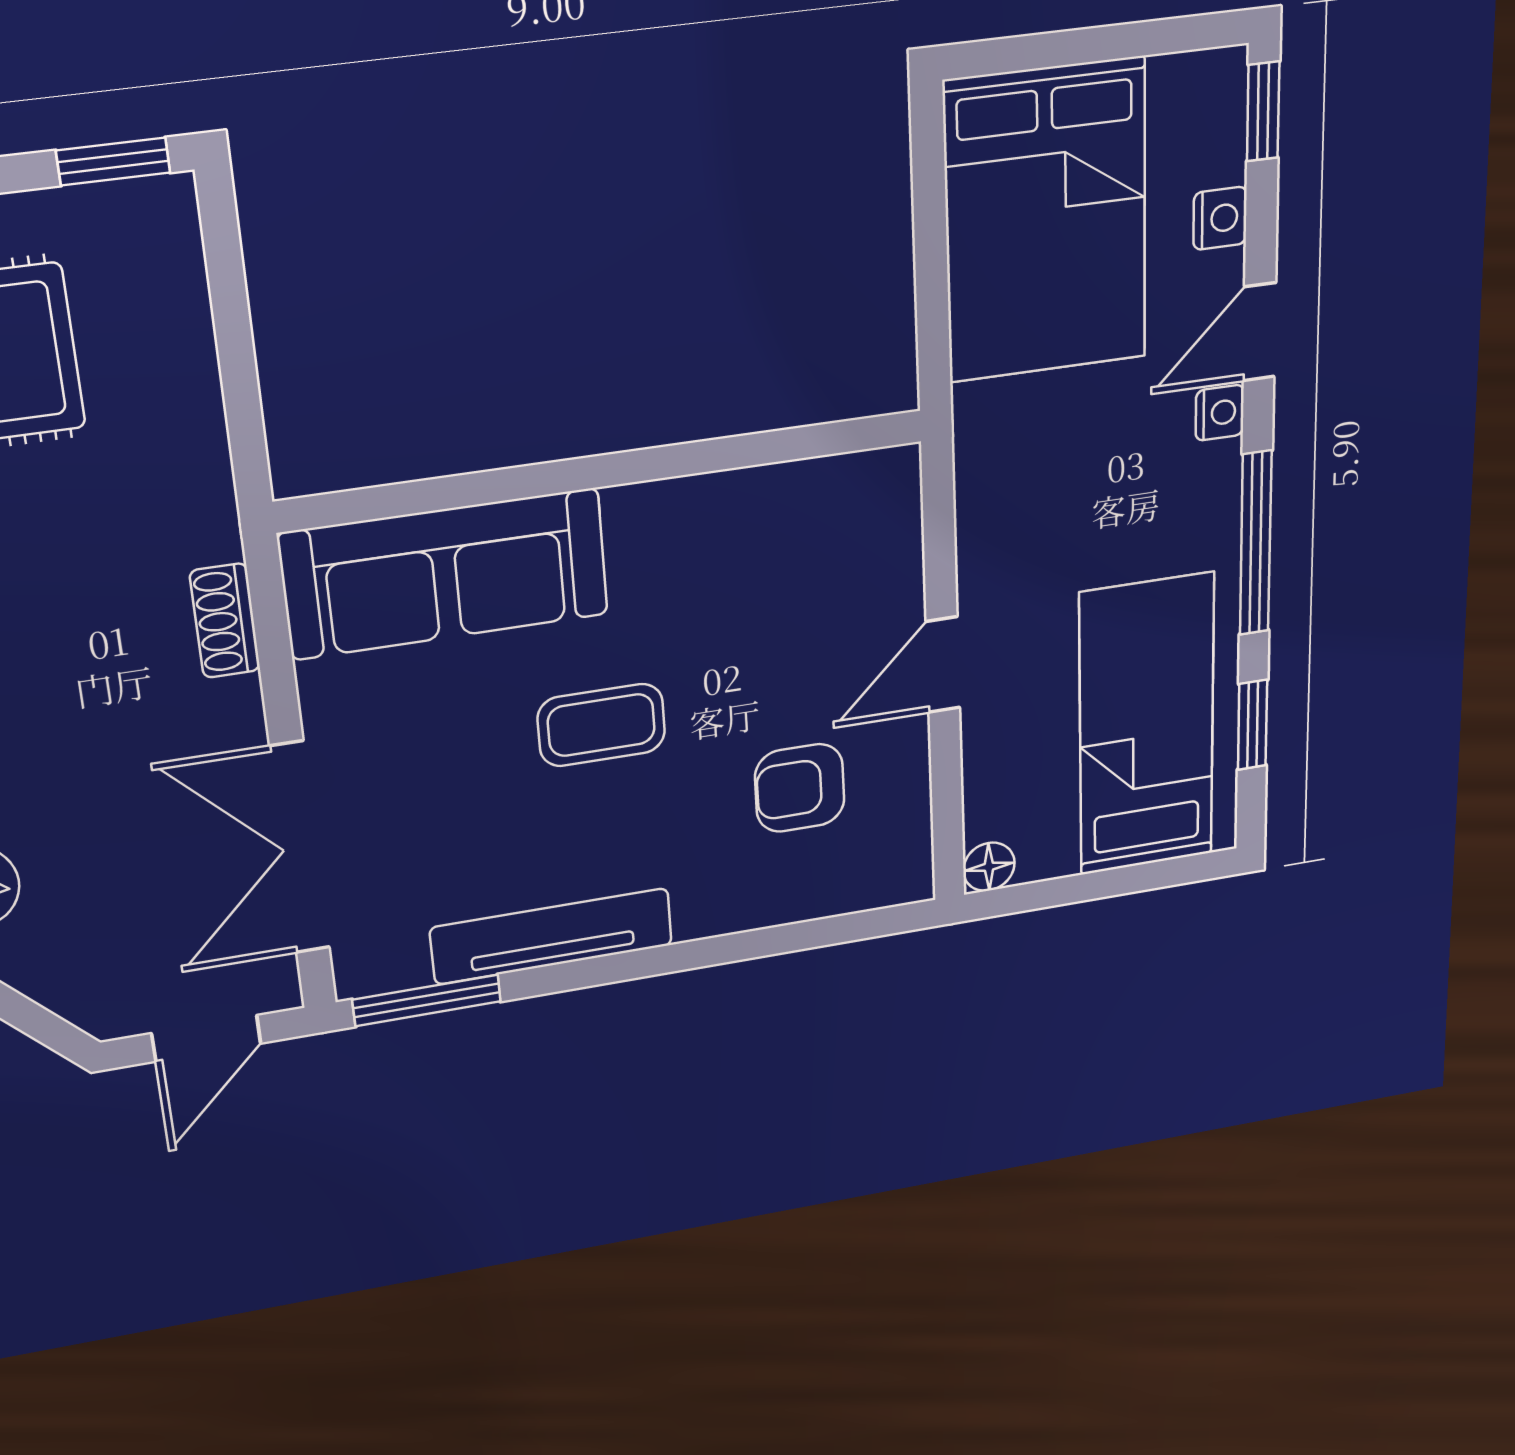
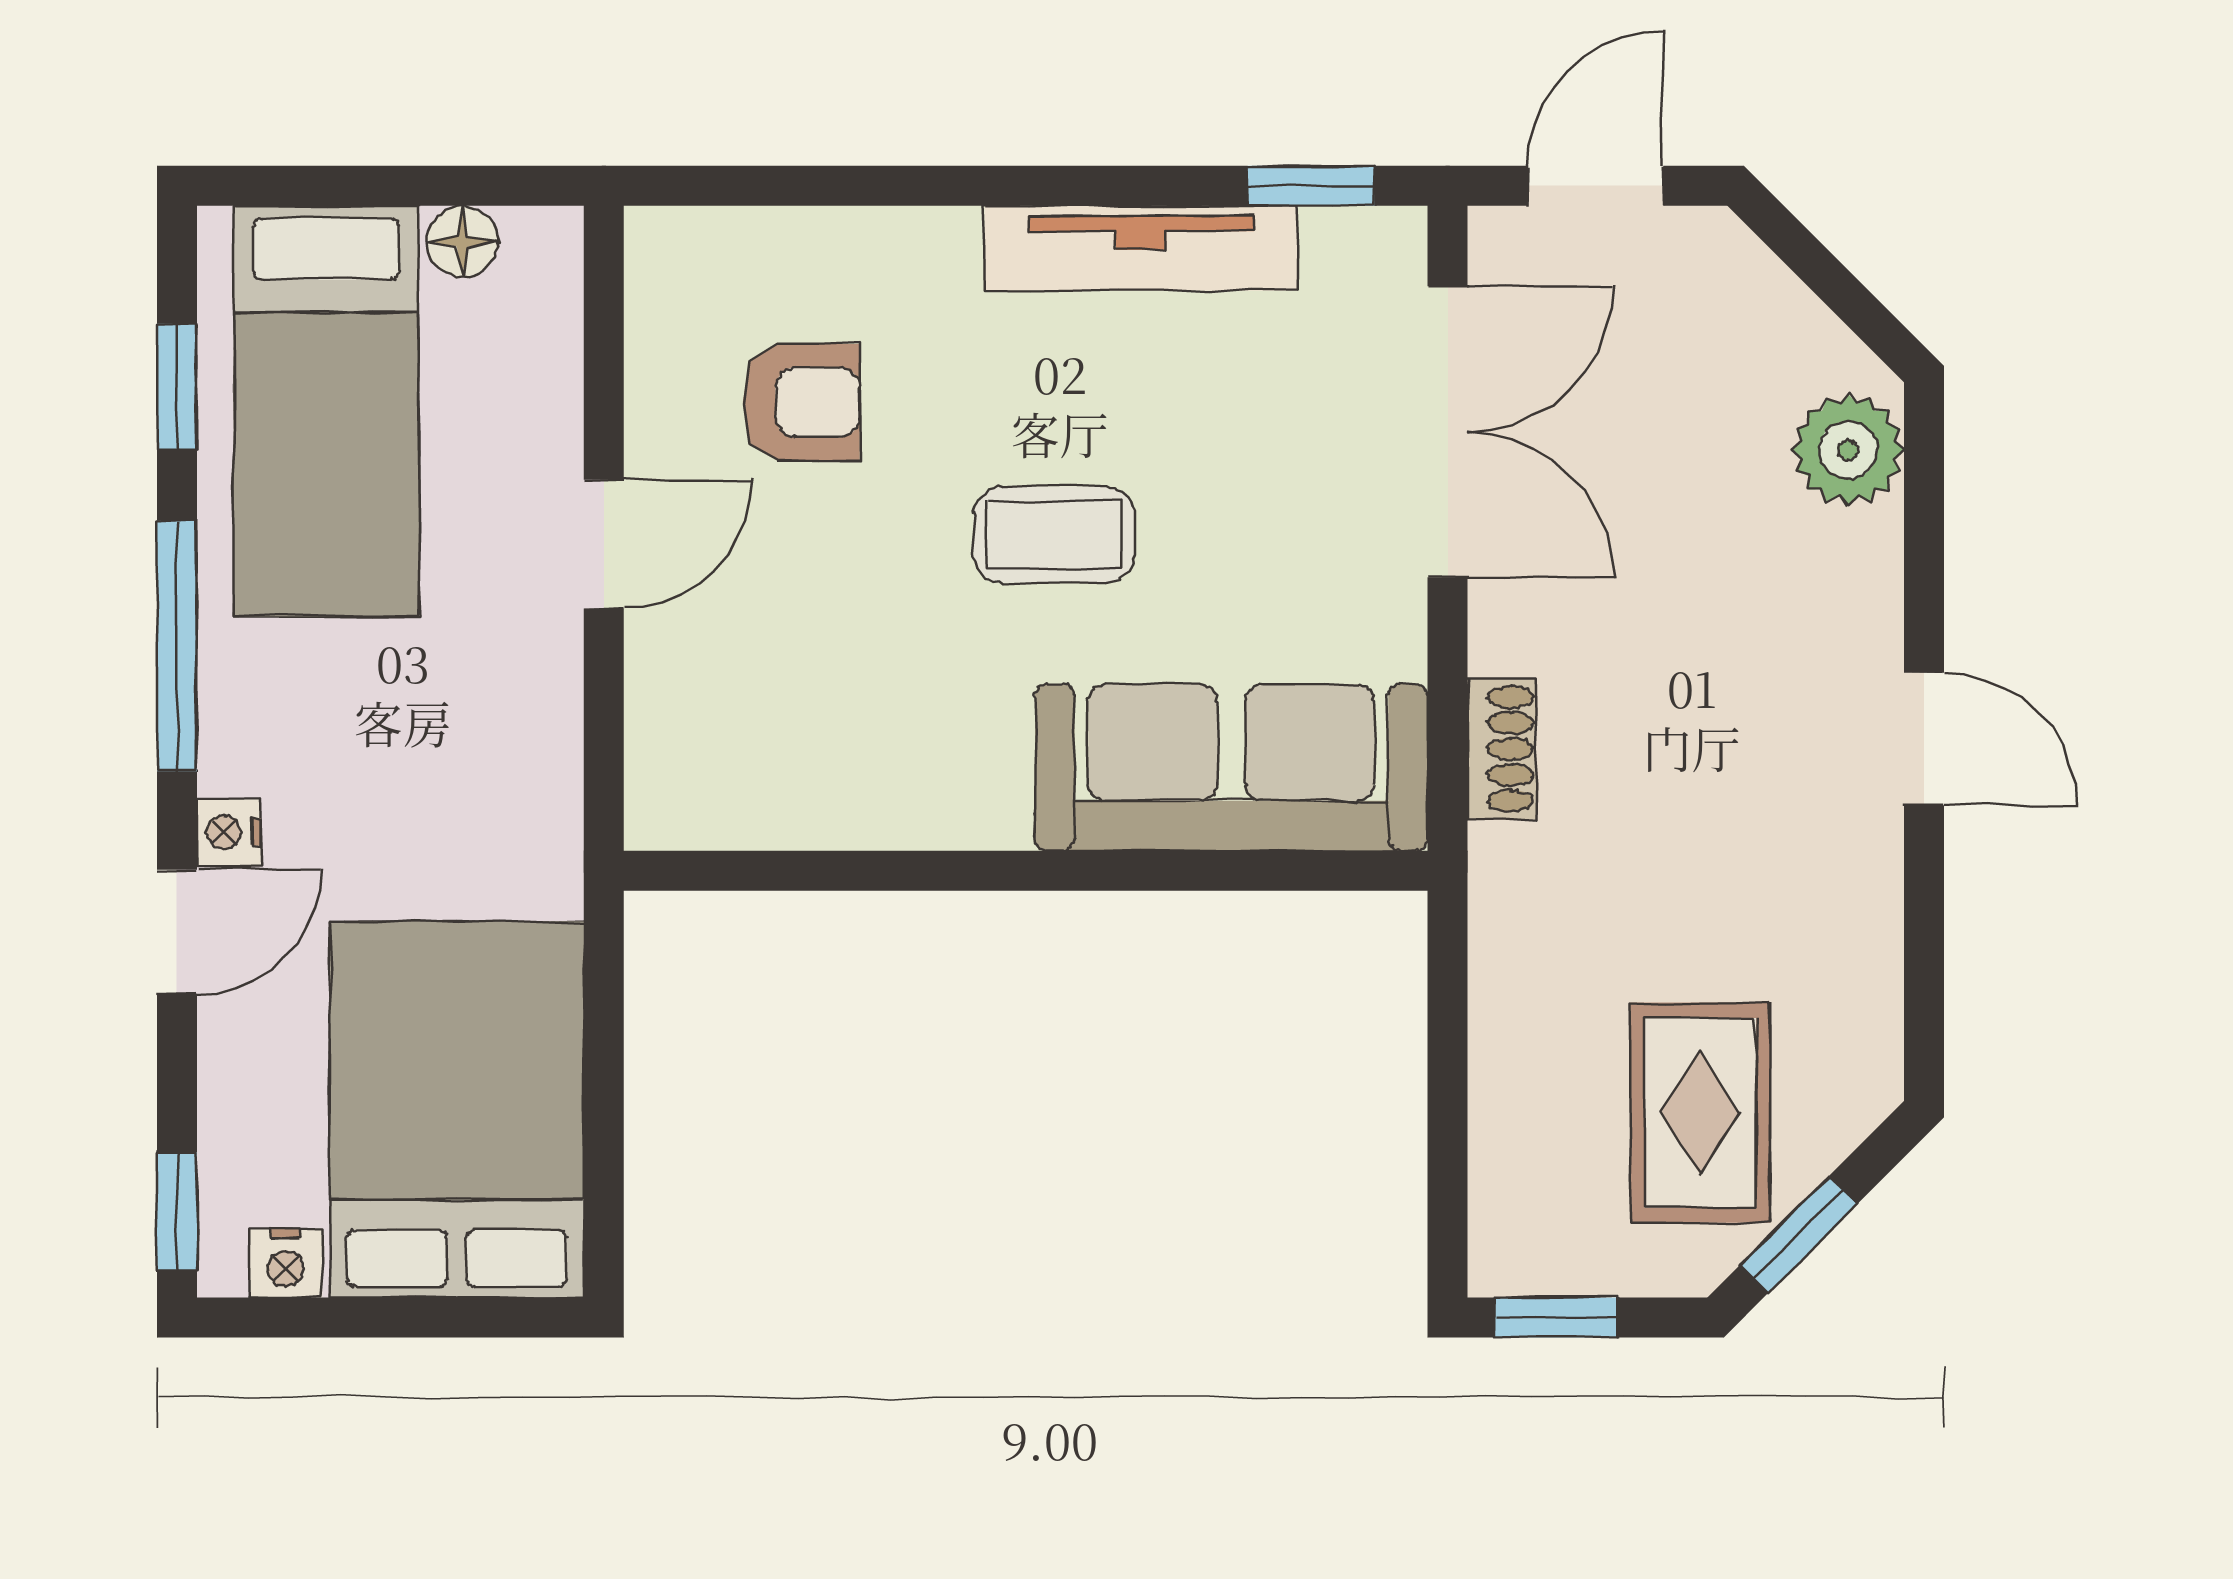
nightstand: (1220, 218) -> (286, 1263), moved, turned -90
floor lamp: (989, 867) -> (462, 241), moved
window: (427, 1000) -> (1311, 186), width x0.67

